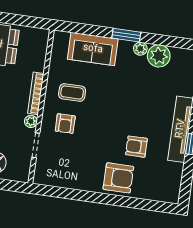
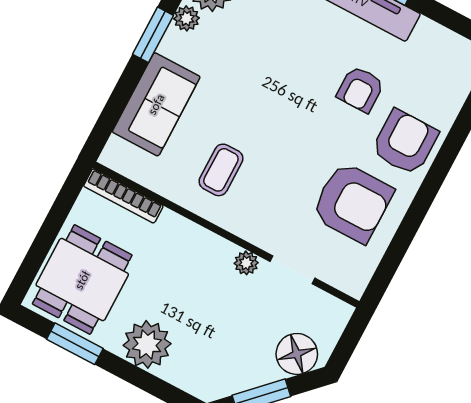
bookcase: (36, 93) -> (123, 196), moved
armchair: (65, 124) -> (352, 202), moved, width x1.88, depth x1.88

